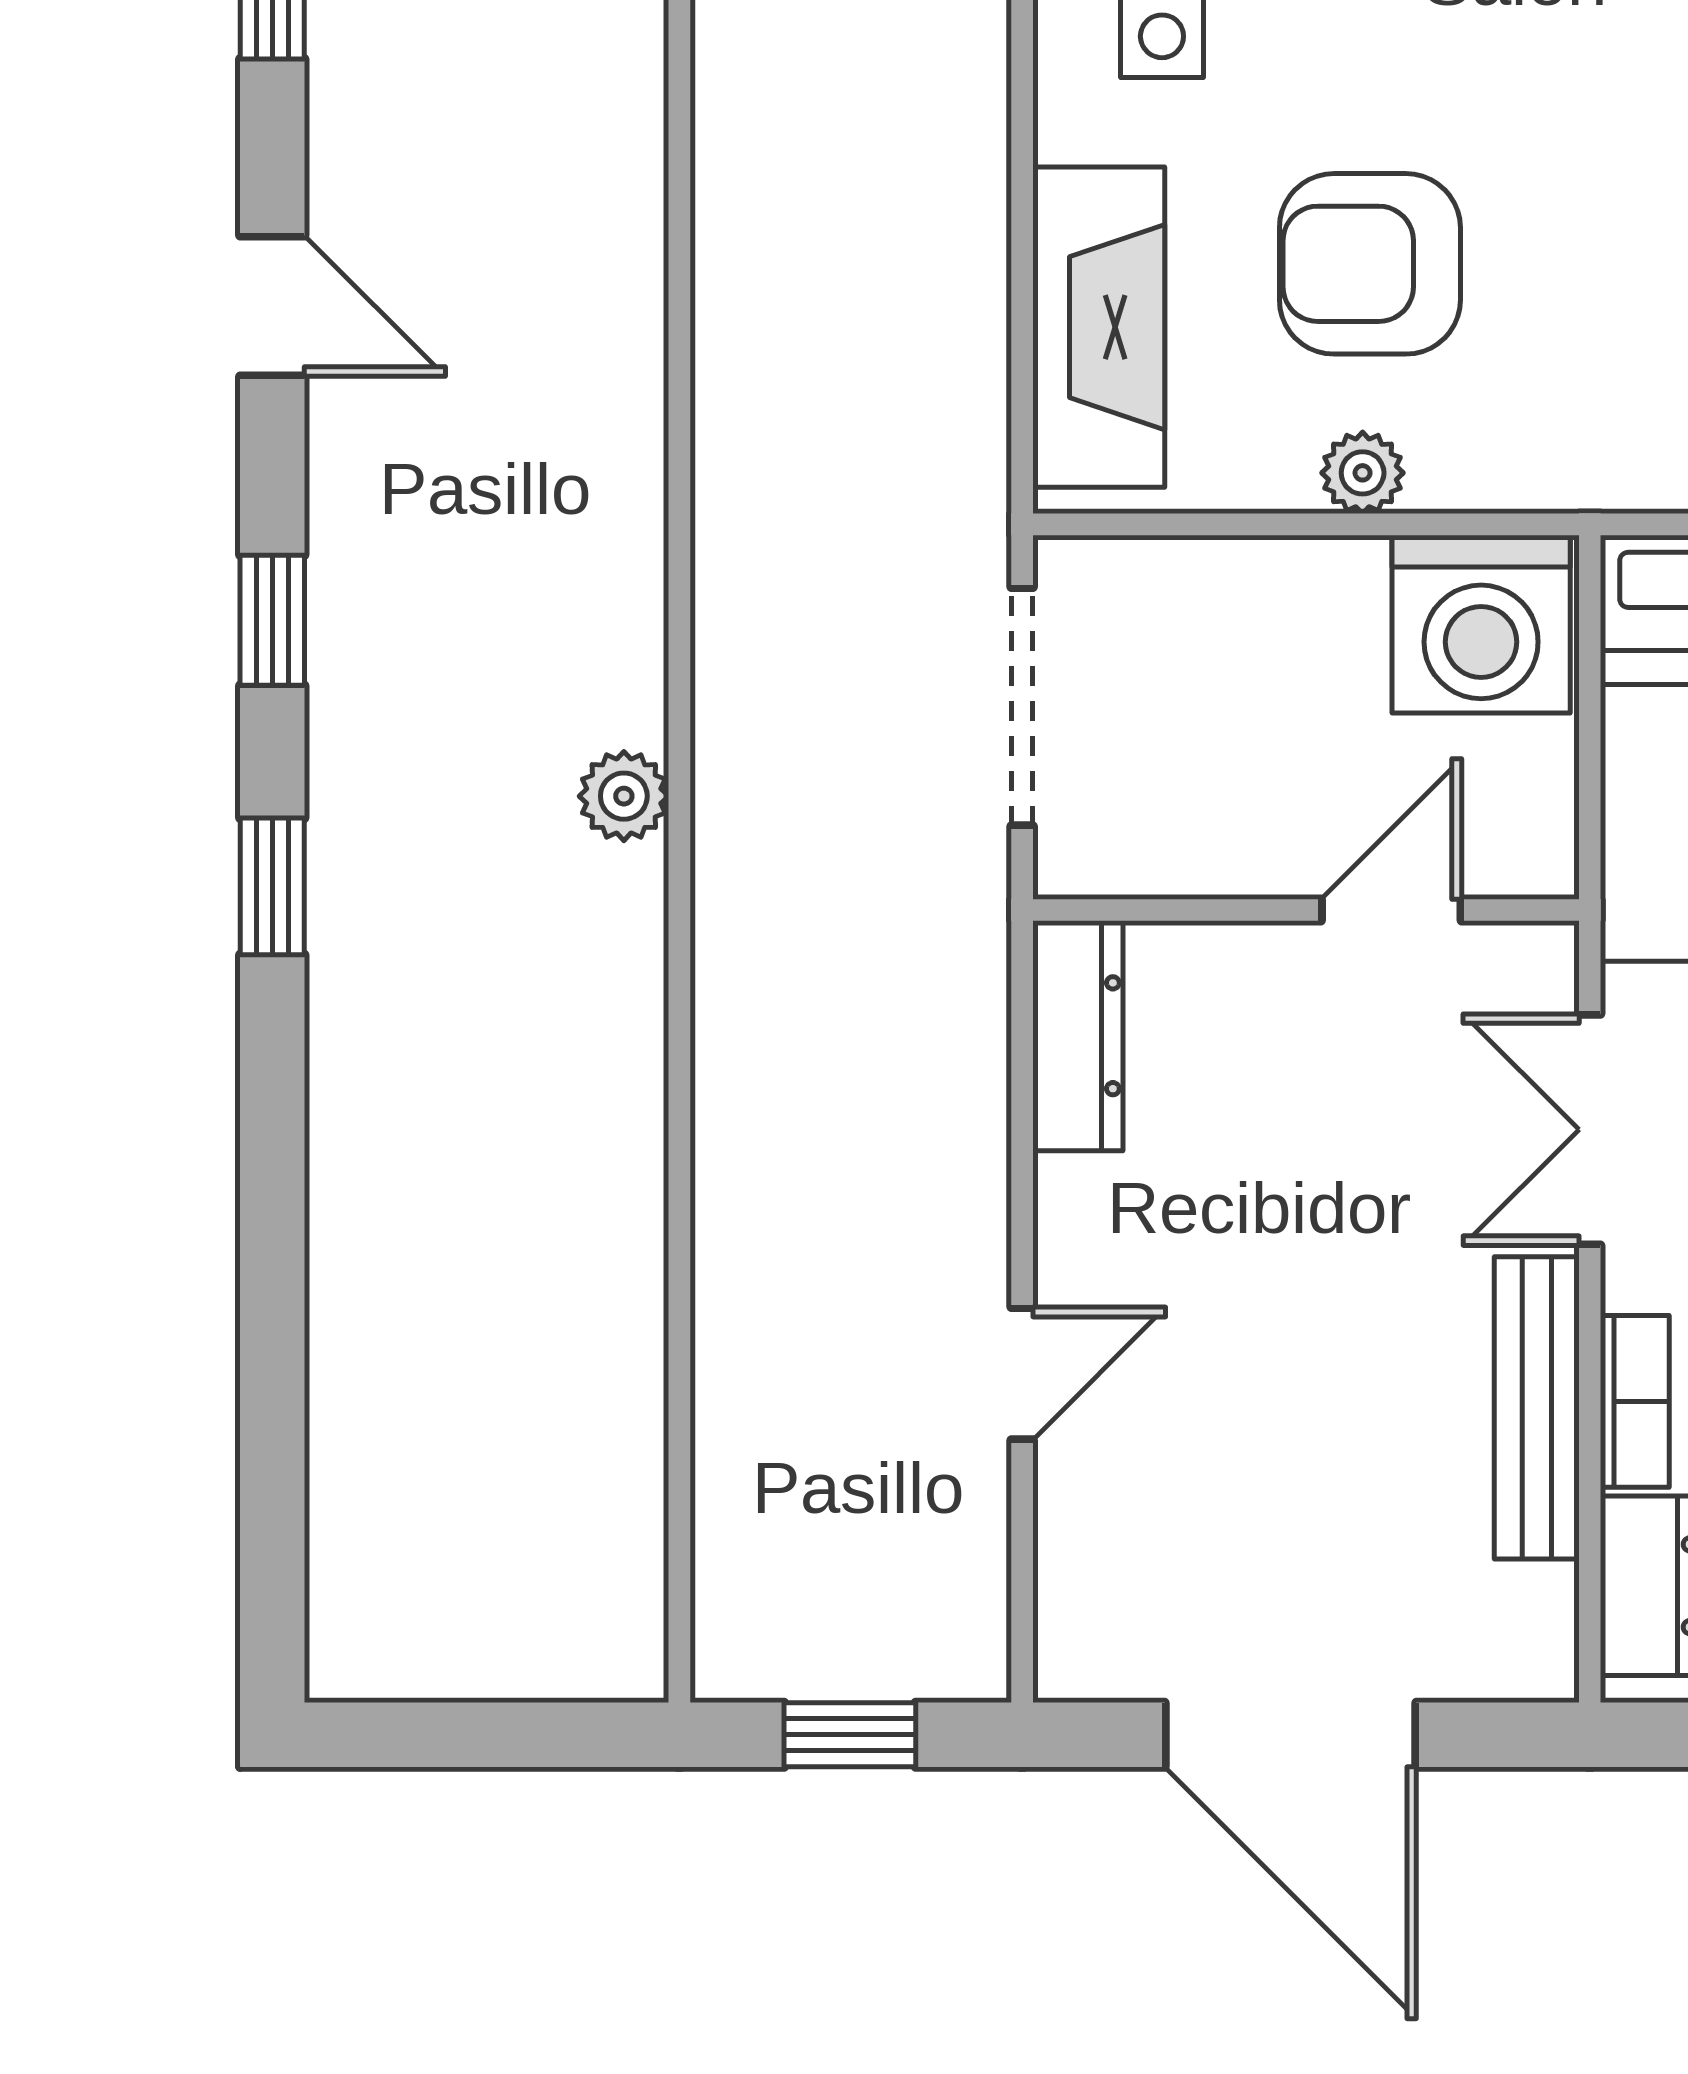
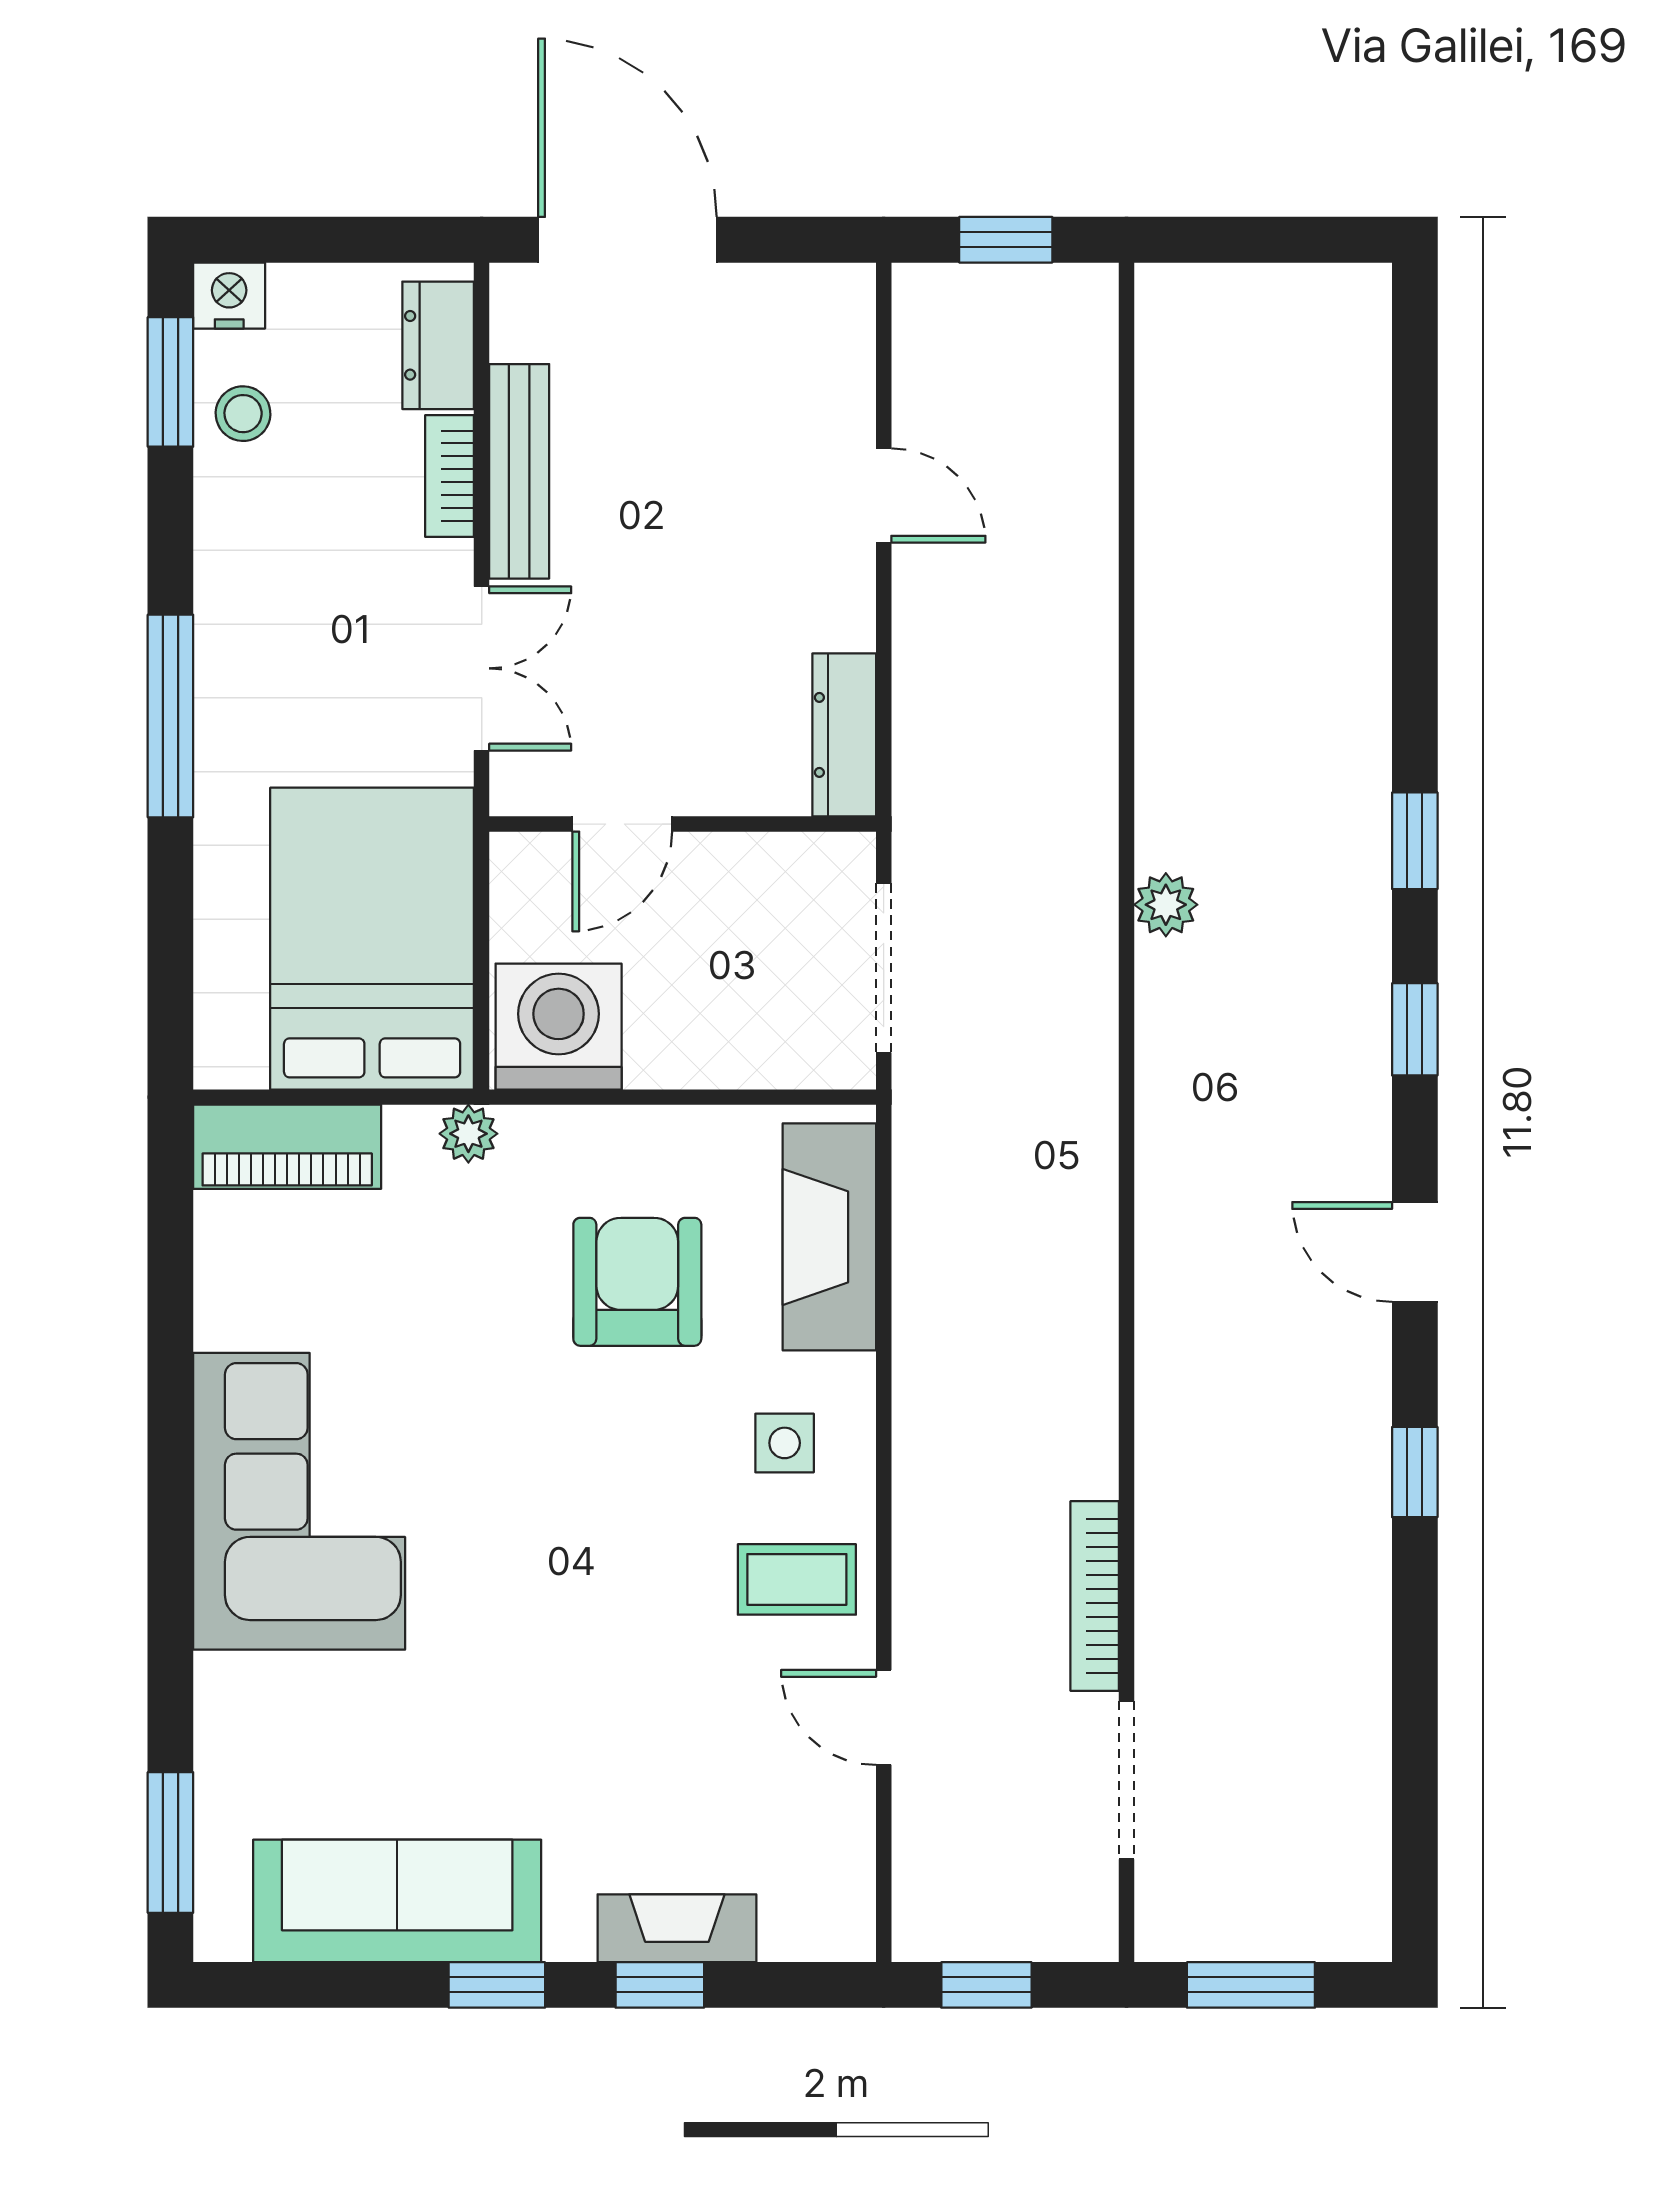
armchair: (1370, 264) -> (637, 1282), turned -90
plant: (1363, 473) -> (468, 1134), moved
door: (1022, 1374) -> (884, 496), swing flipped
door: (1291, 1735) -> (627, 240), moved

